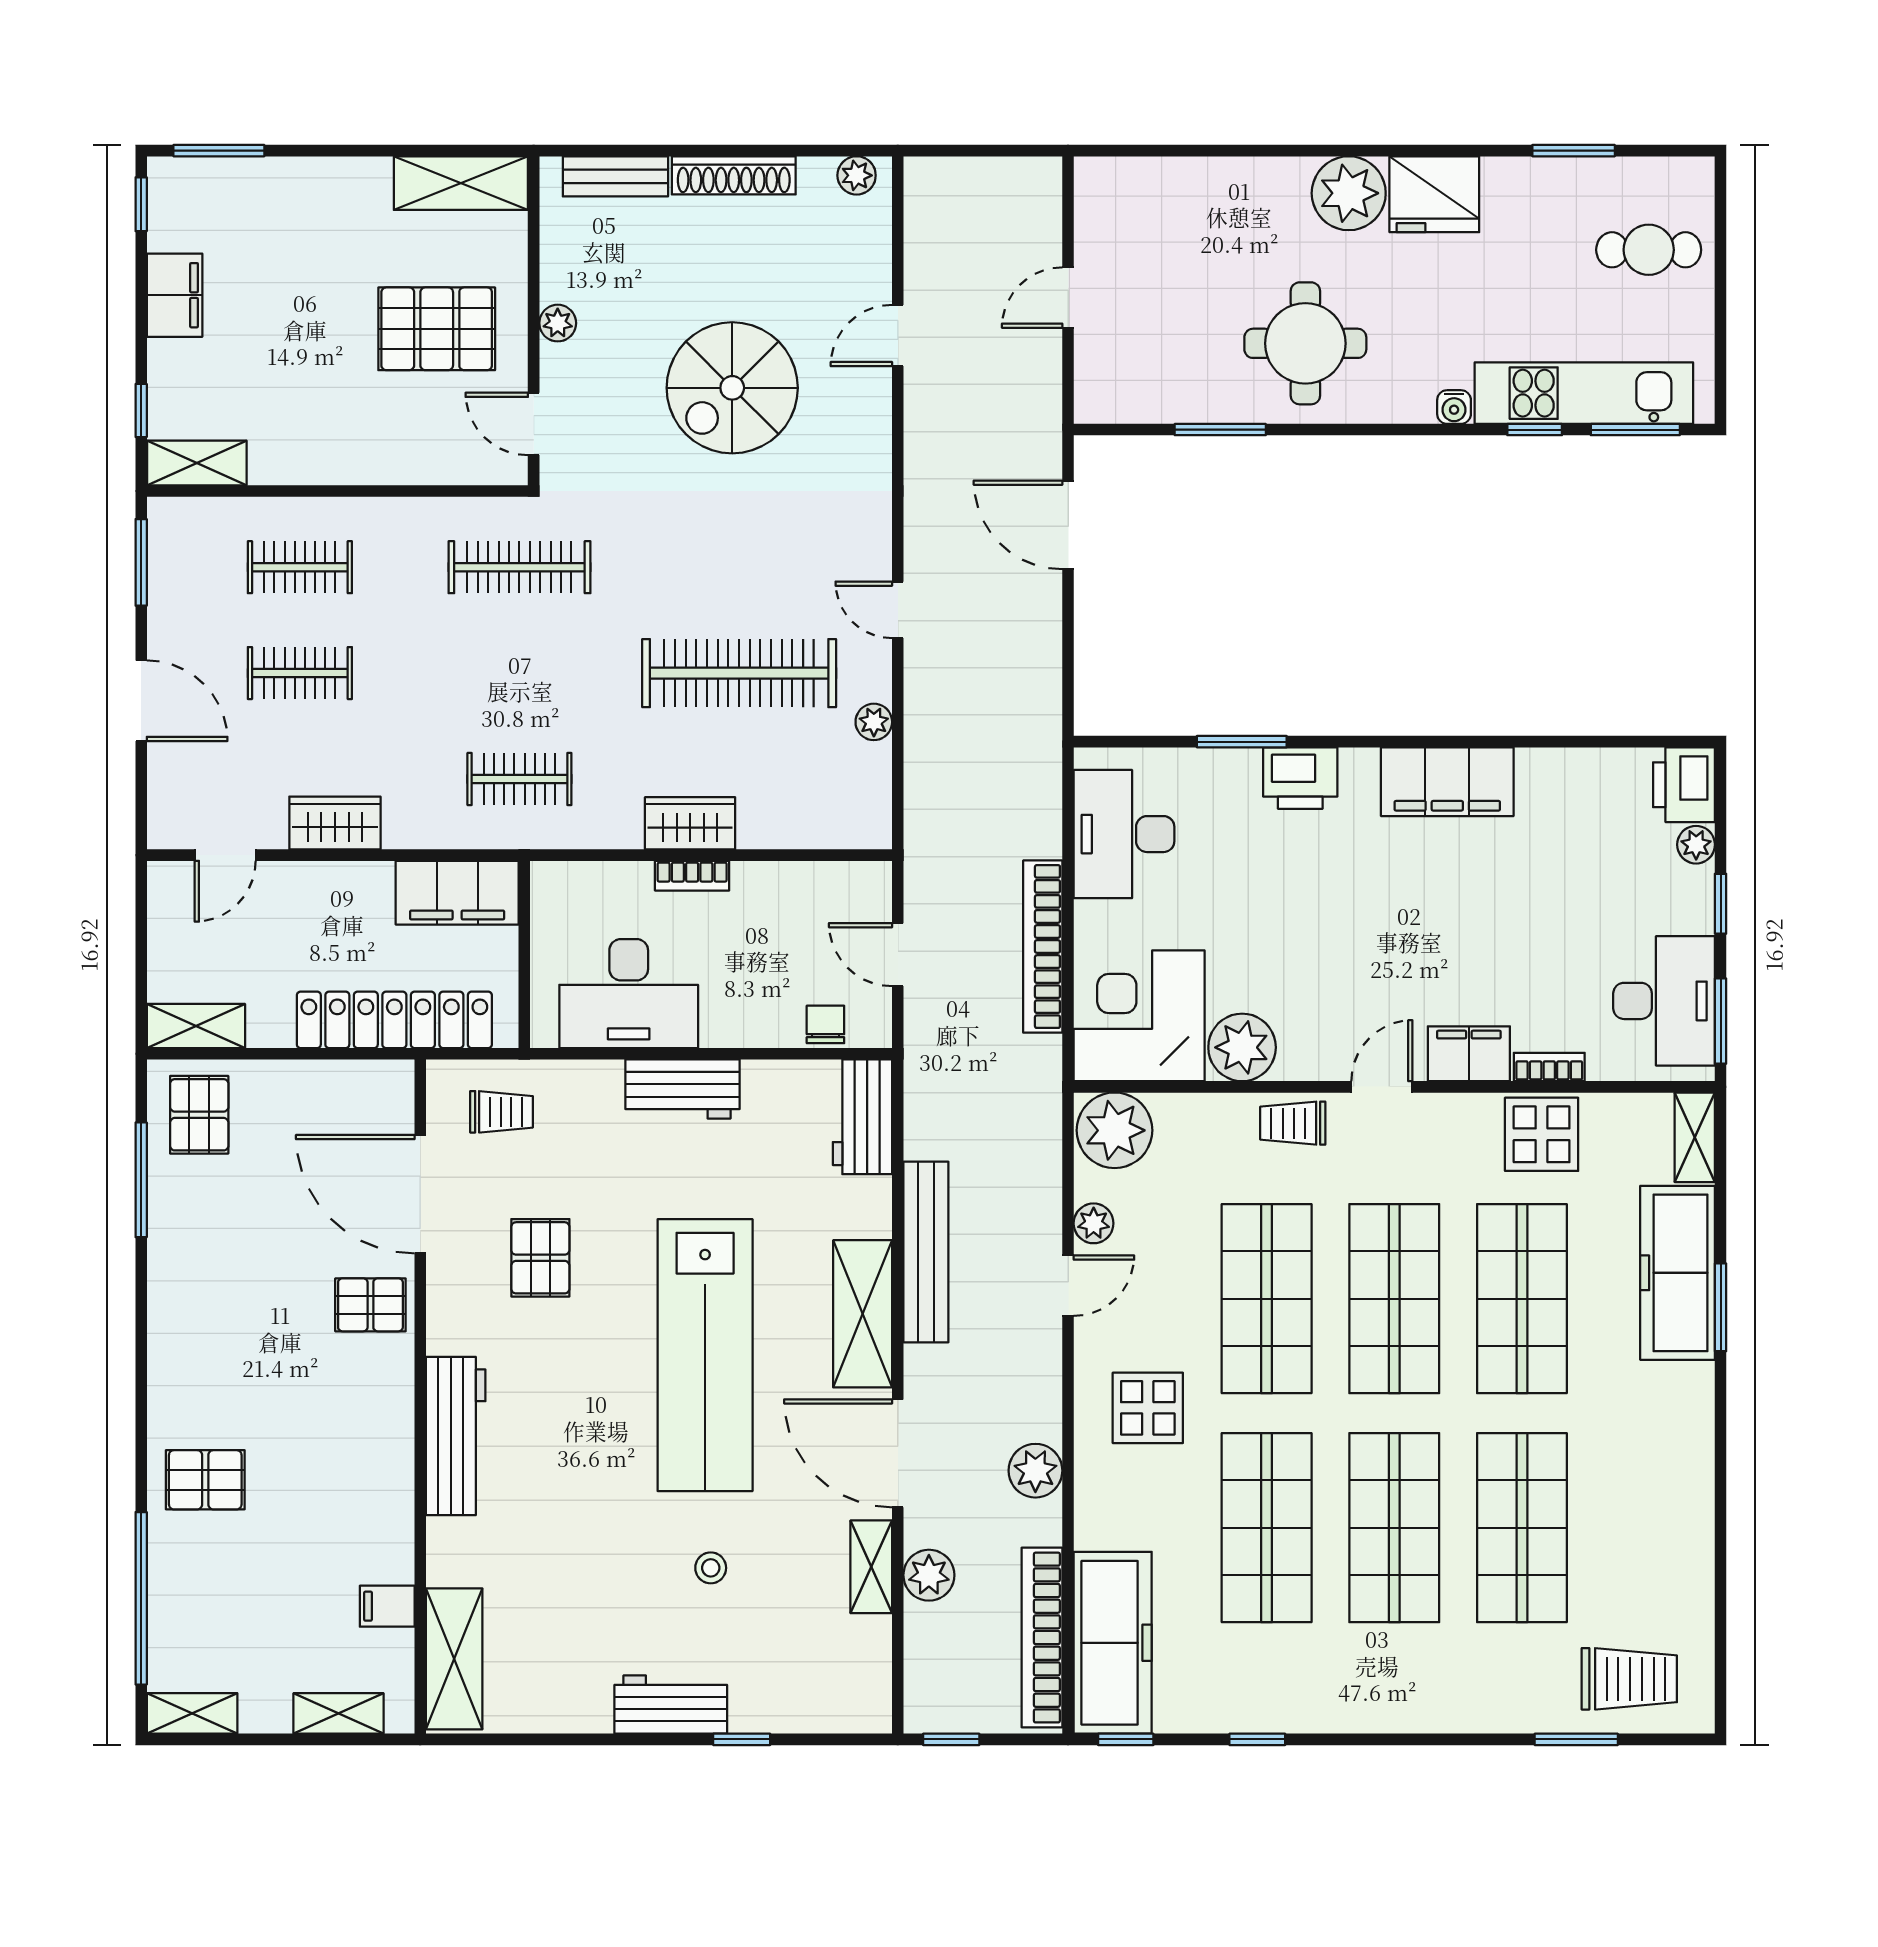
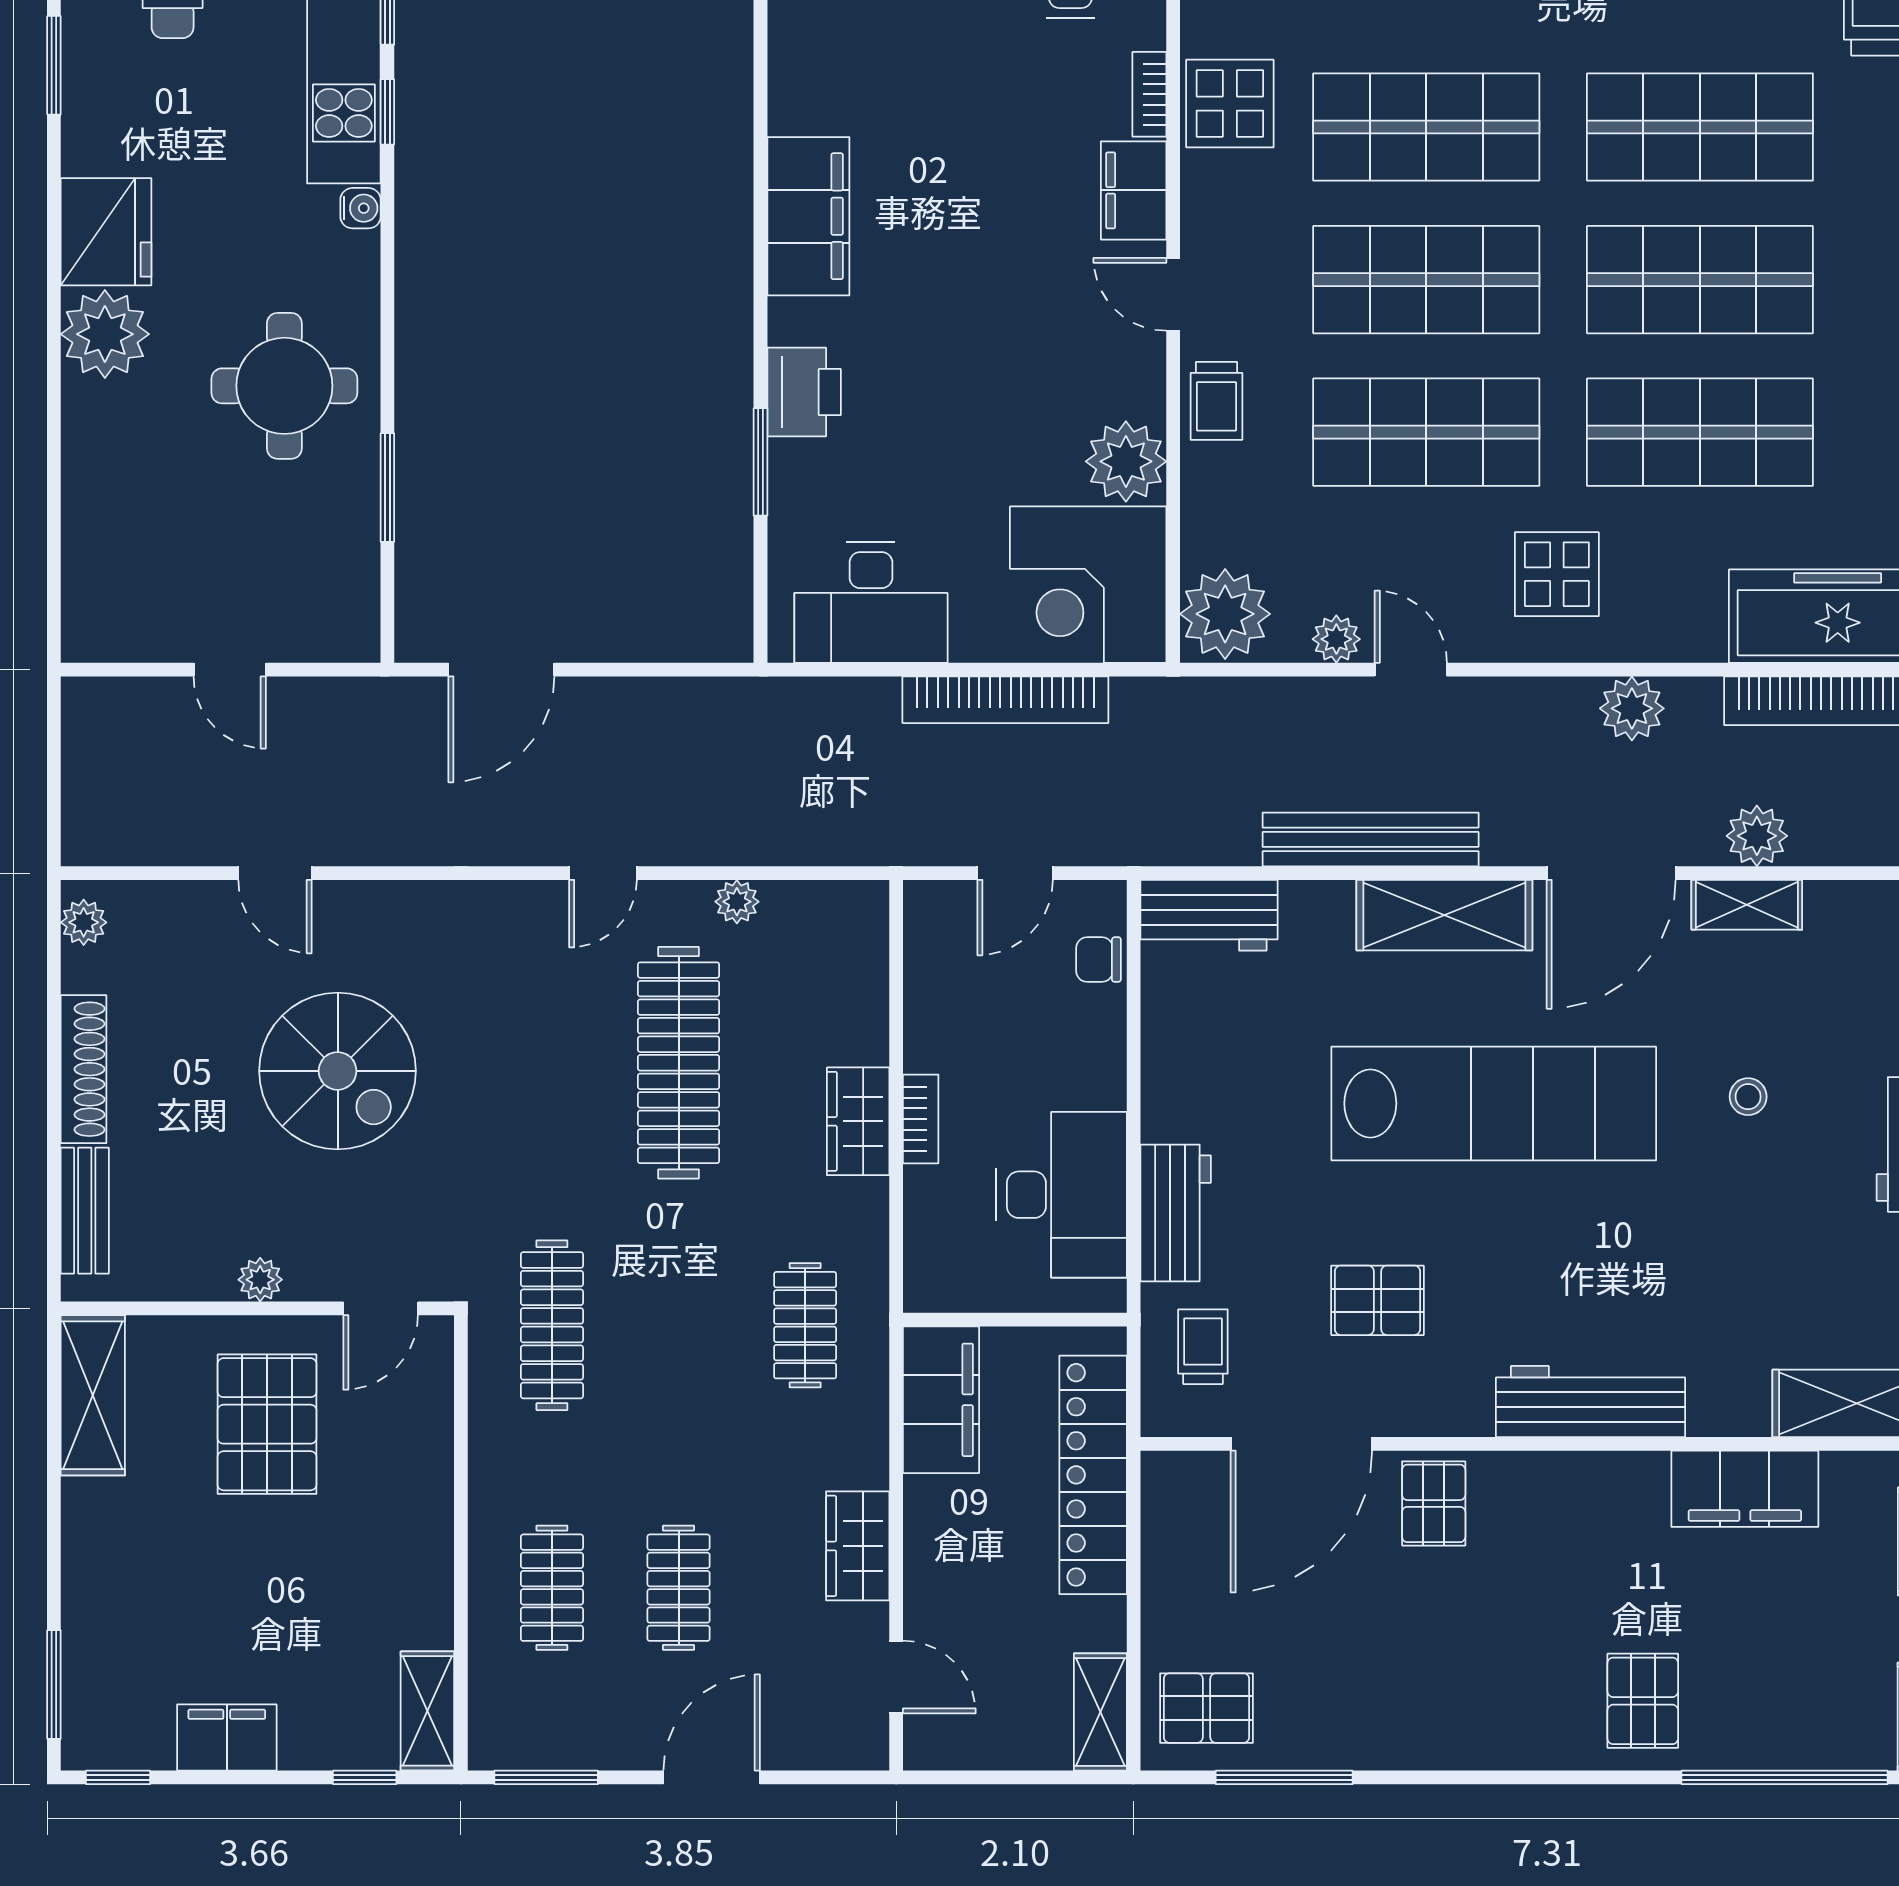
workbench: (682, 1089) -> (1176, 1213), moved
filing cabinet: (387, 1606) -> (1745, 1489), width x3.00, depth x1.17

